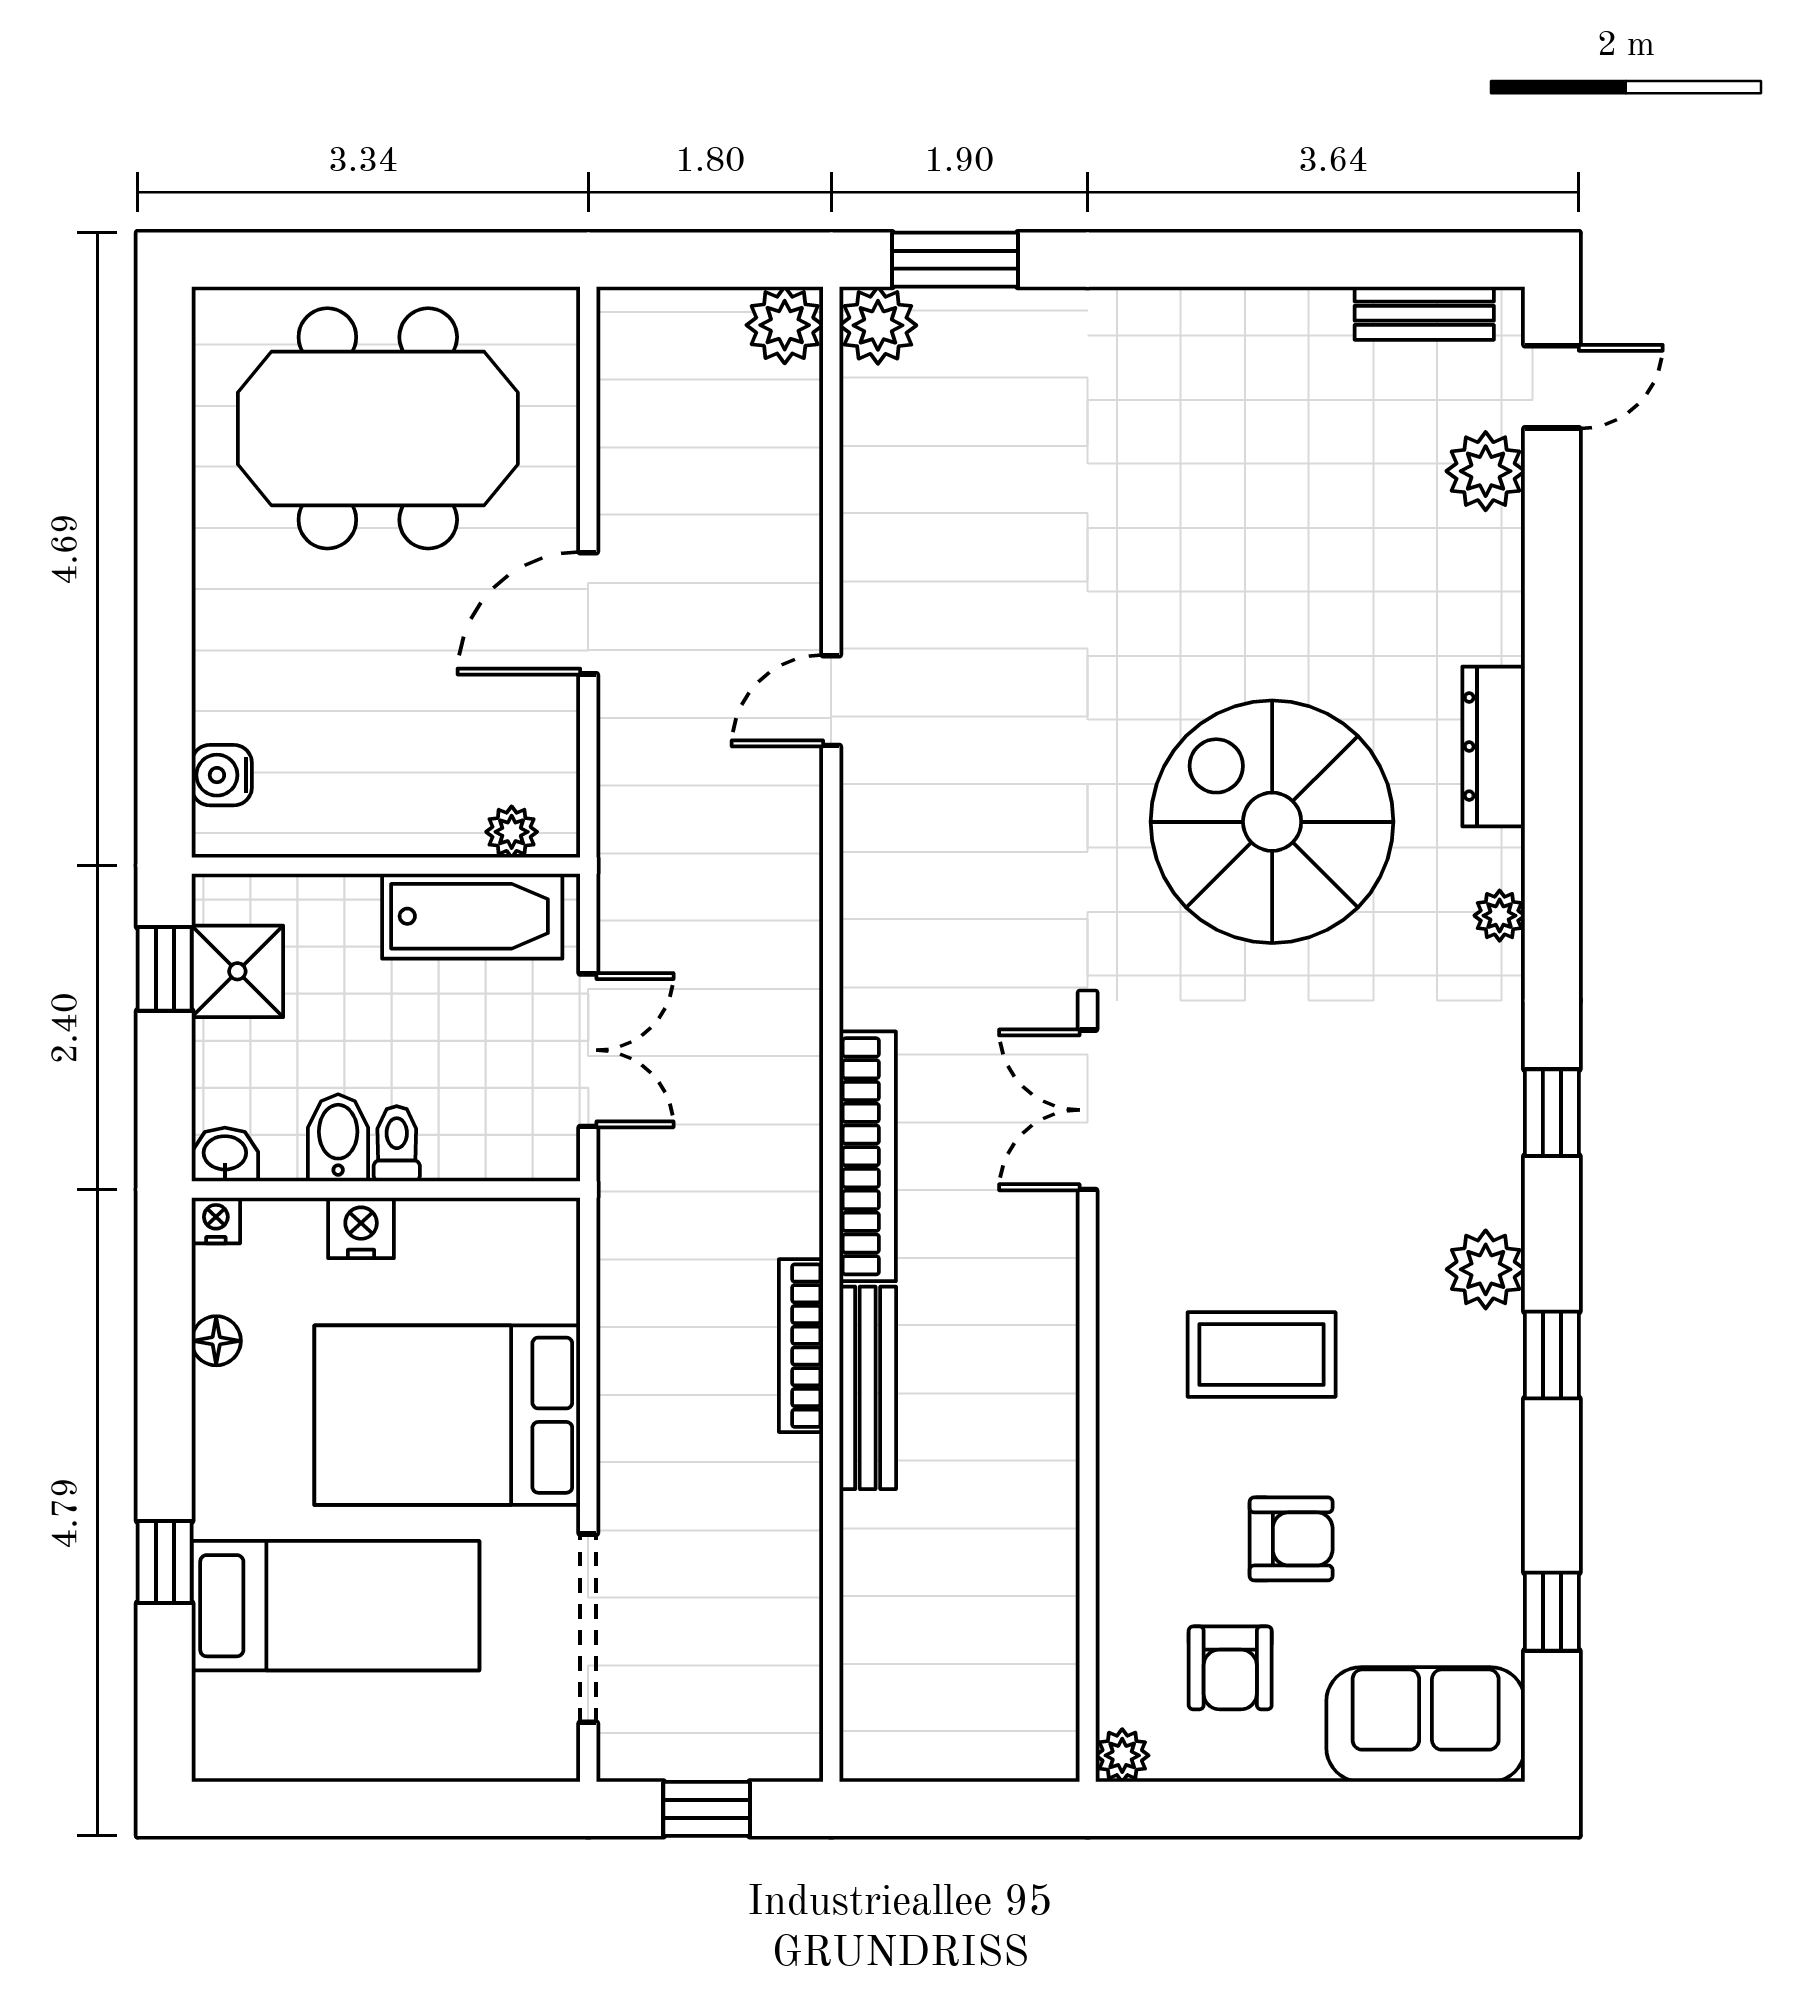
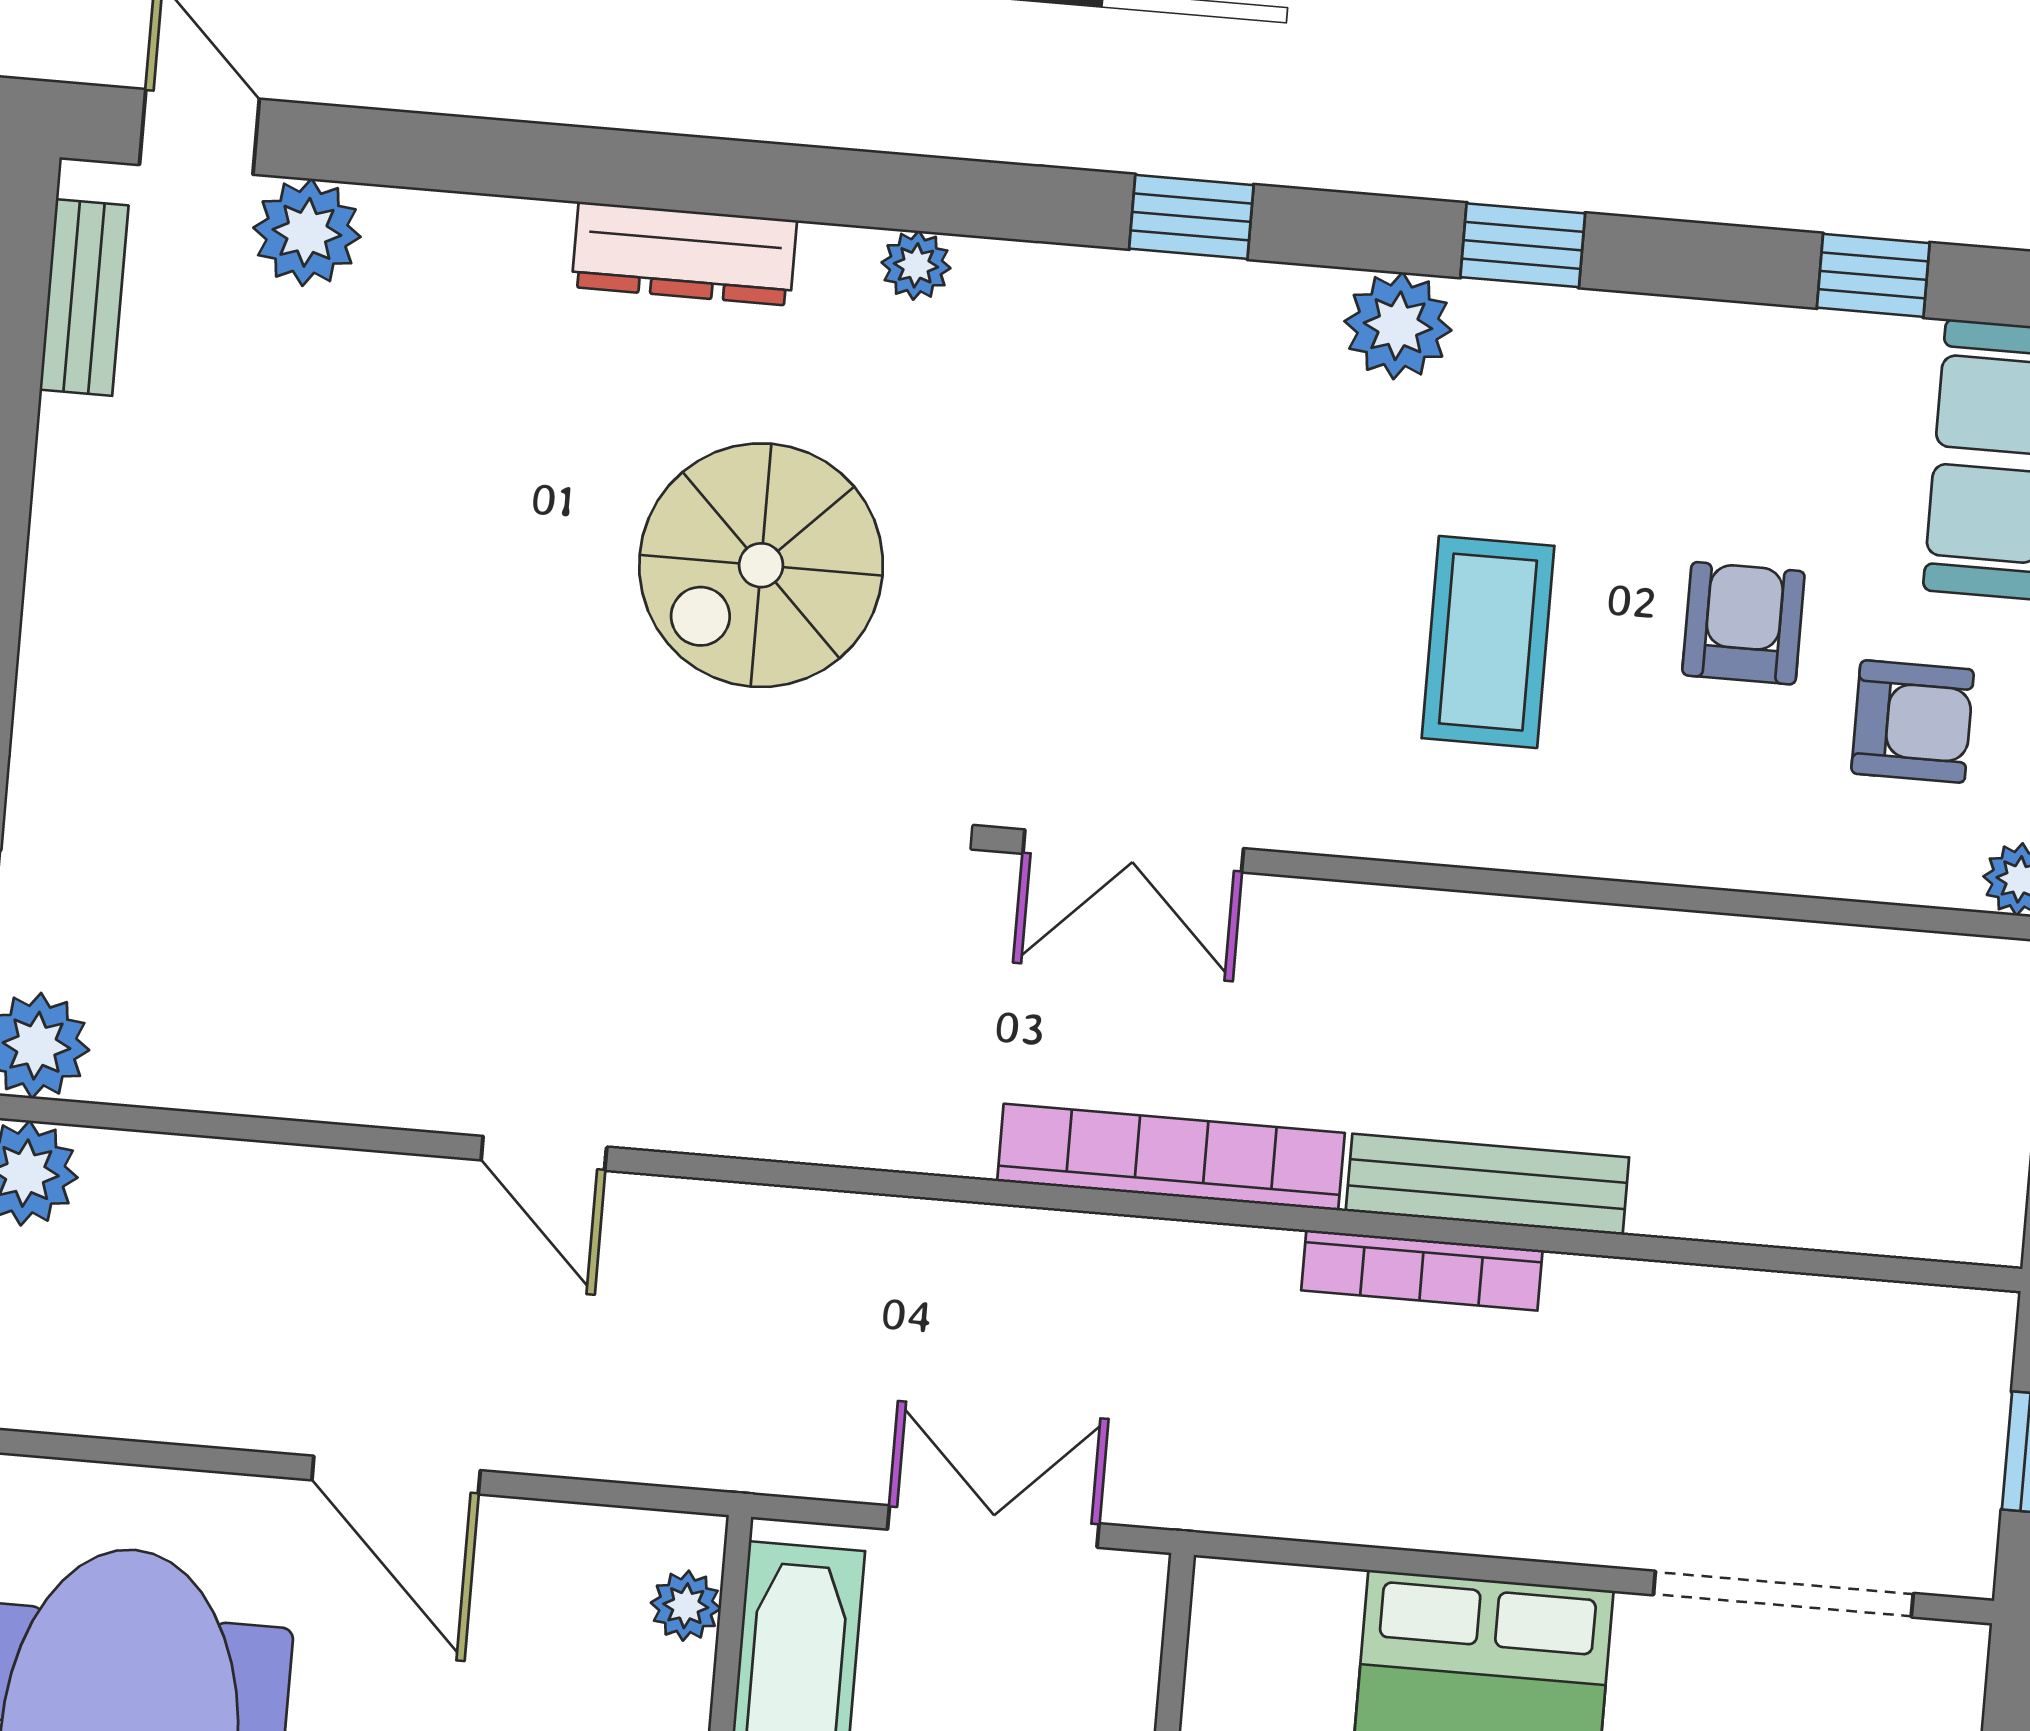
spiral stairs: (1272, 822) -> (761, 565), width x0.73, depth x0.73

